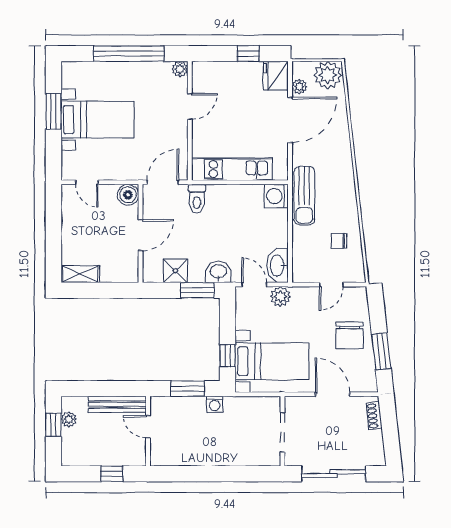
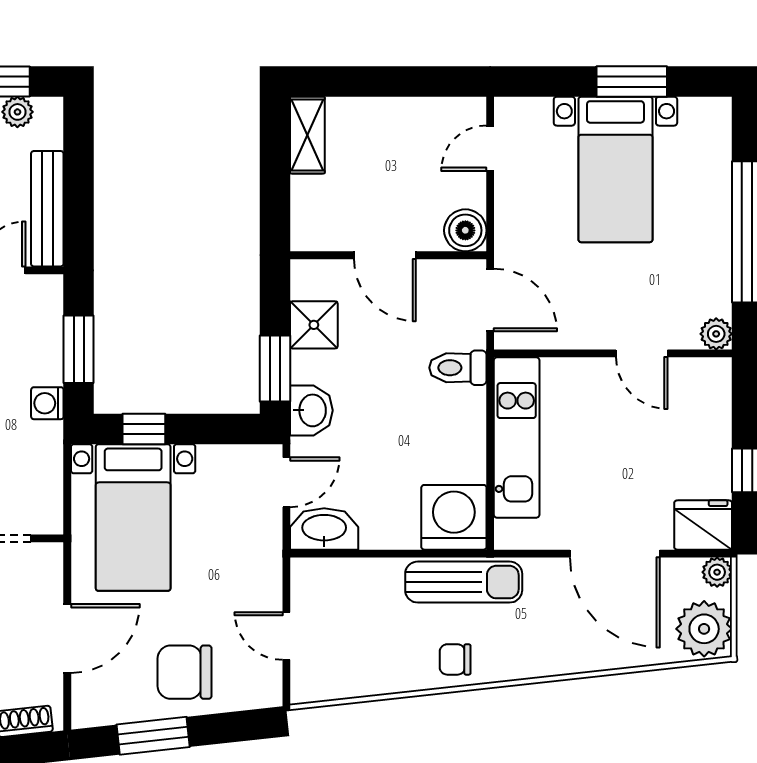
plant: (299, 87) -> (717, 572), moved
washing machine: (276, 196) -> (454, 517), width x1.37, depth x1.37
sun lounger: (304, 196) -> (464, 582), turned 180
chair: (339, 241) -> (455, 659), moved, turned -90
plant: (280, 297) -> (262, 534), removed

